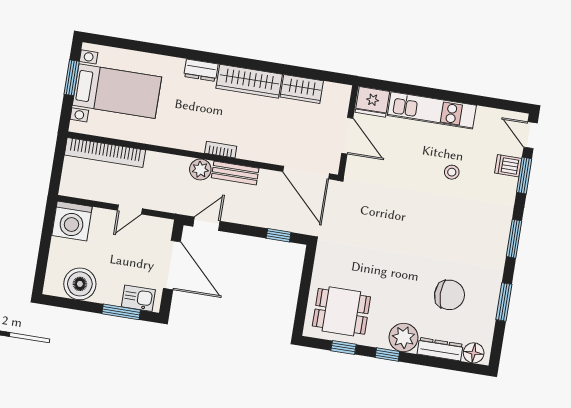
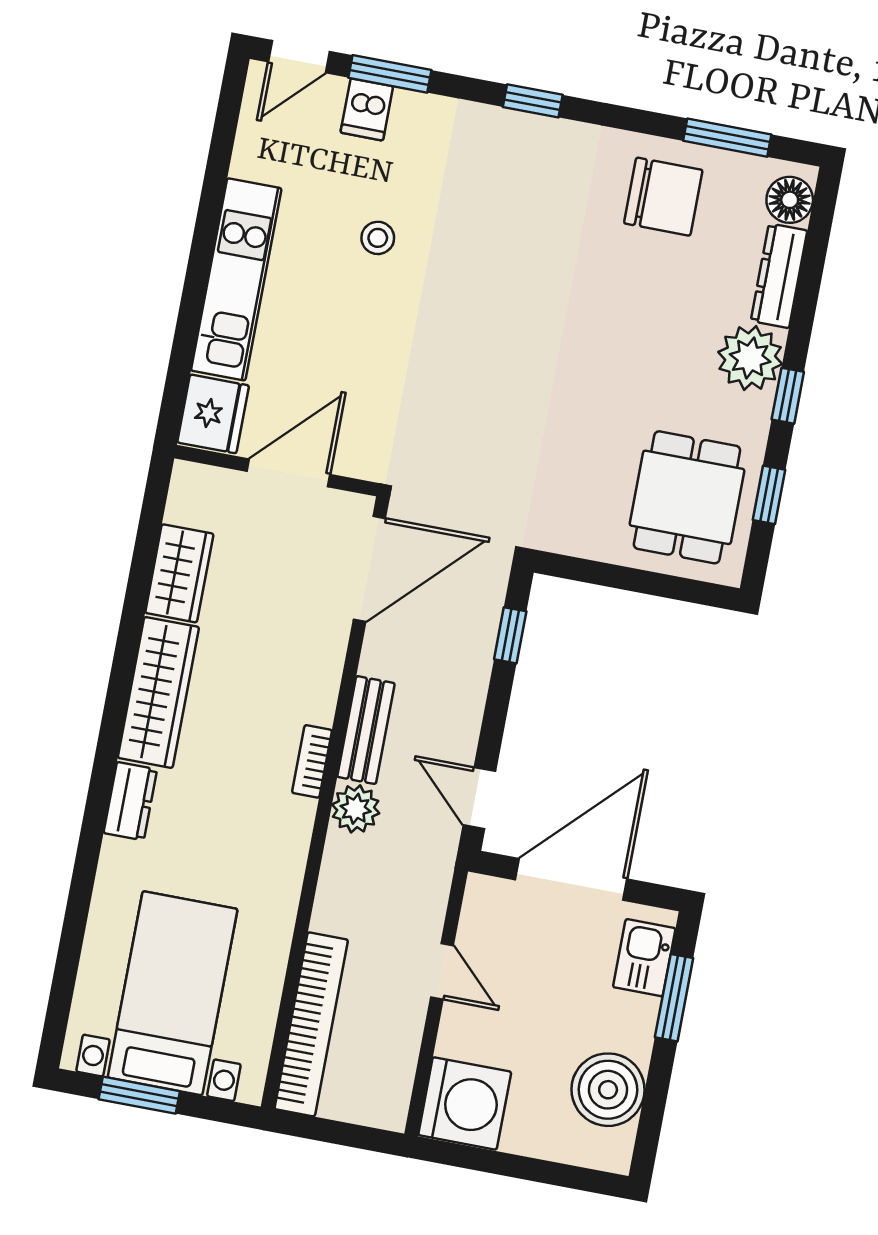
window: (514, 239) -> (533, 101), width x0.67
chair: (449, 295) -> (663, 197), moved, turned 90
window: (504, 302) -> (727, 138), moved

